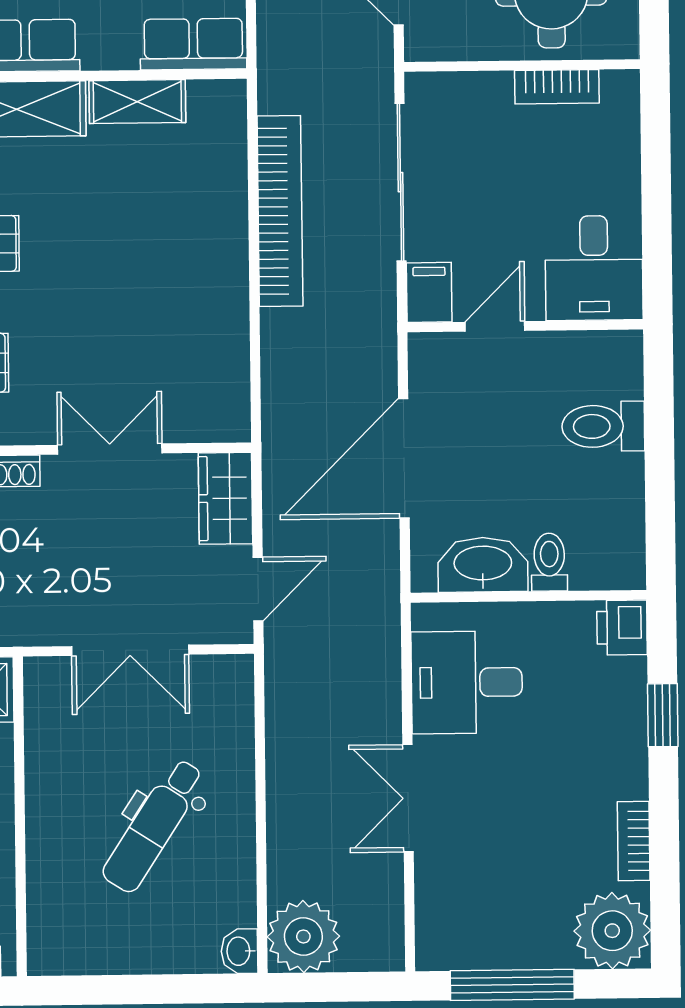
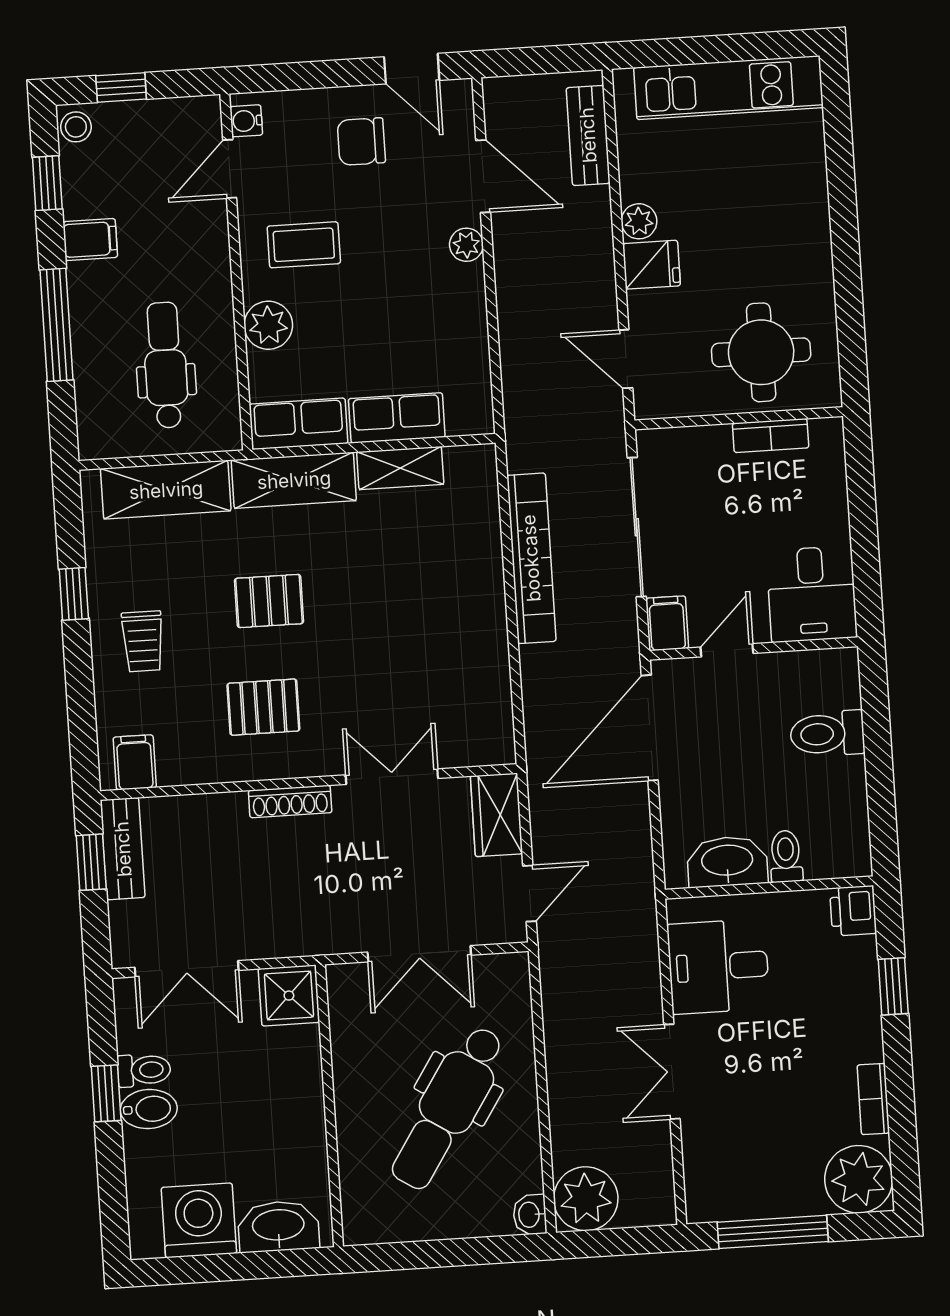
row of seats: (193, 44) -> (397, 418), moved
door: (404, 458) -> (650, 728), moved
dental chair: (154, 826) -> (448, 1108), width x1.36, depth x1.38

